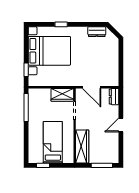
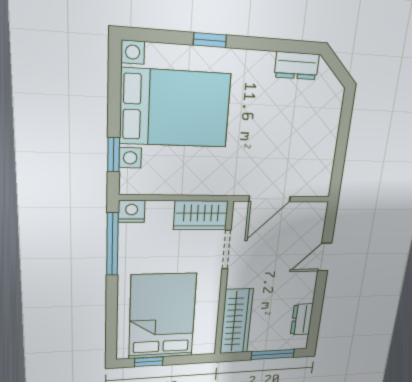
door: (92, 87) -> (270, 199), hinge flipped
nightstand: (34, 93) -> (132, 211), added
dresser: (114, 97) -> (302, 319), moved
door: (121, 125) -> (325, 257), moved
bed: (53, 142) -> (162, 316), width x1.50

